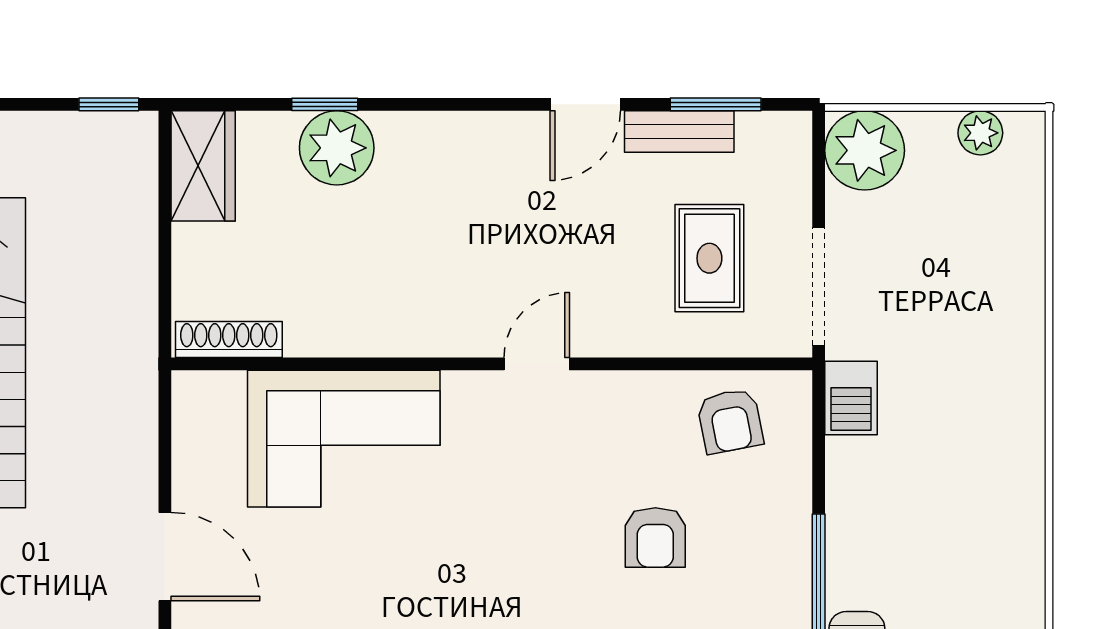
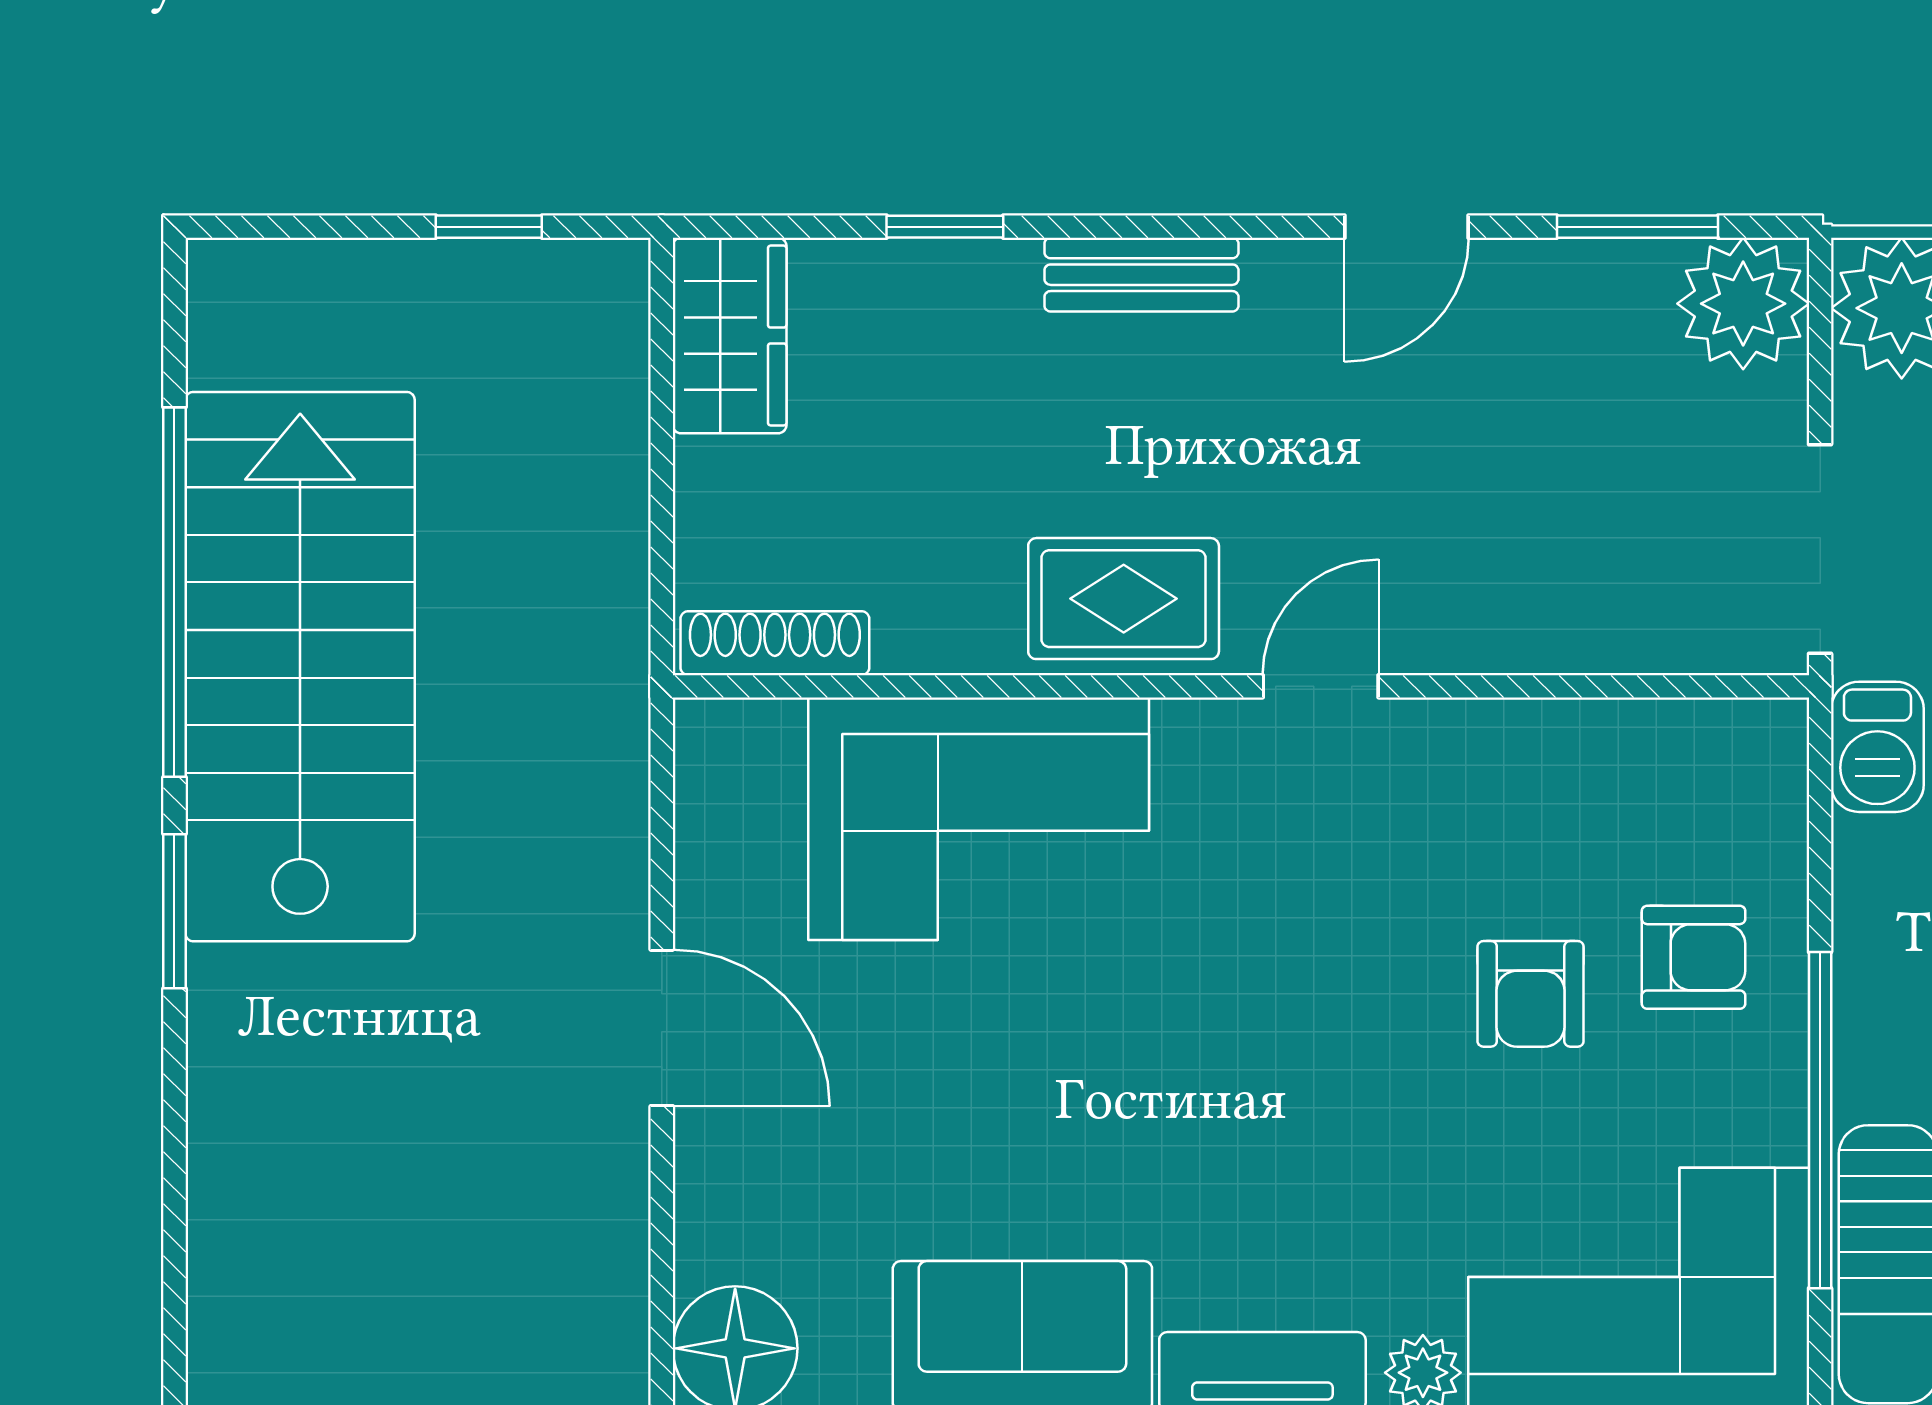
window: (109, 104) -> (489, 227), moved
bench: (679, 132) -> (1141, 275), moved
plant: (337, 148) -> (1743, 304), moved
rug: (709, 258) -> (1124, 599), moved, turned 90
armchair: (730, 421) -> (1693, 957), moved, turned -79

